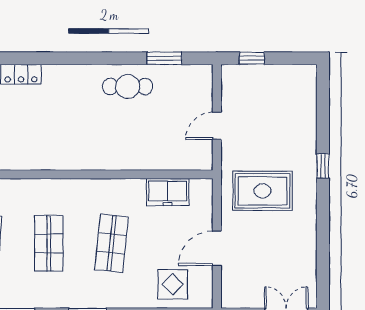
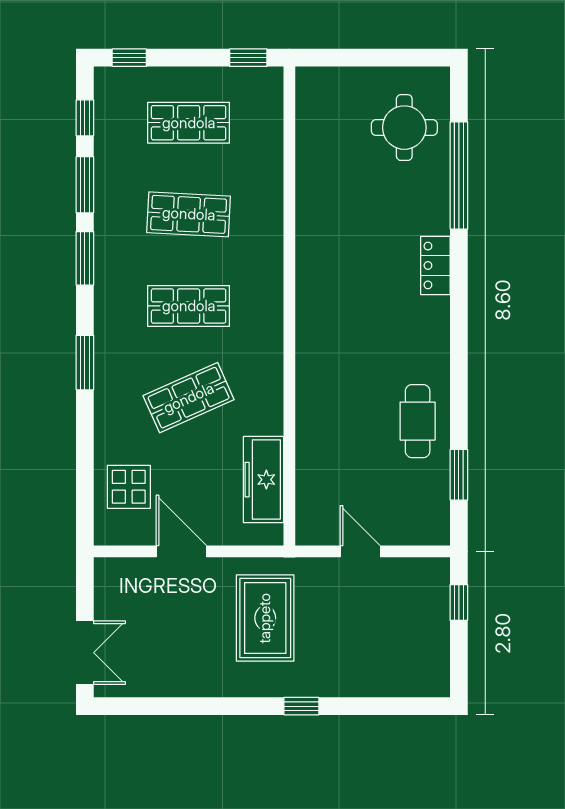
freezer: (168, 192) -> (263, 480), width x1.40
shop shelf: (112, 243) -> (189, 398), turned -30

